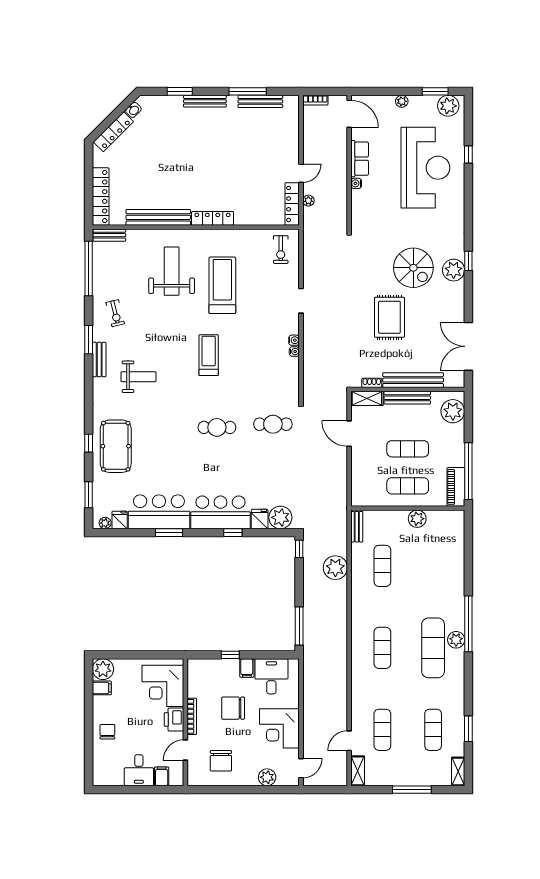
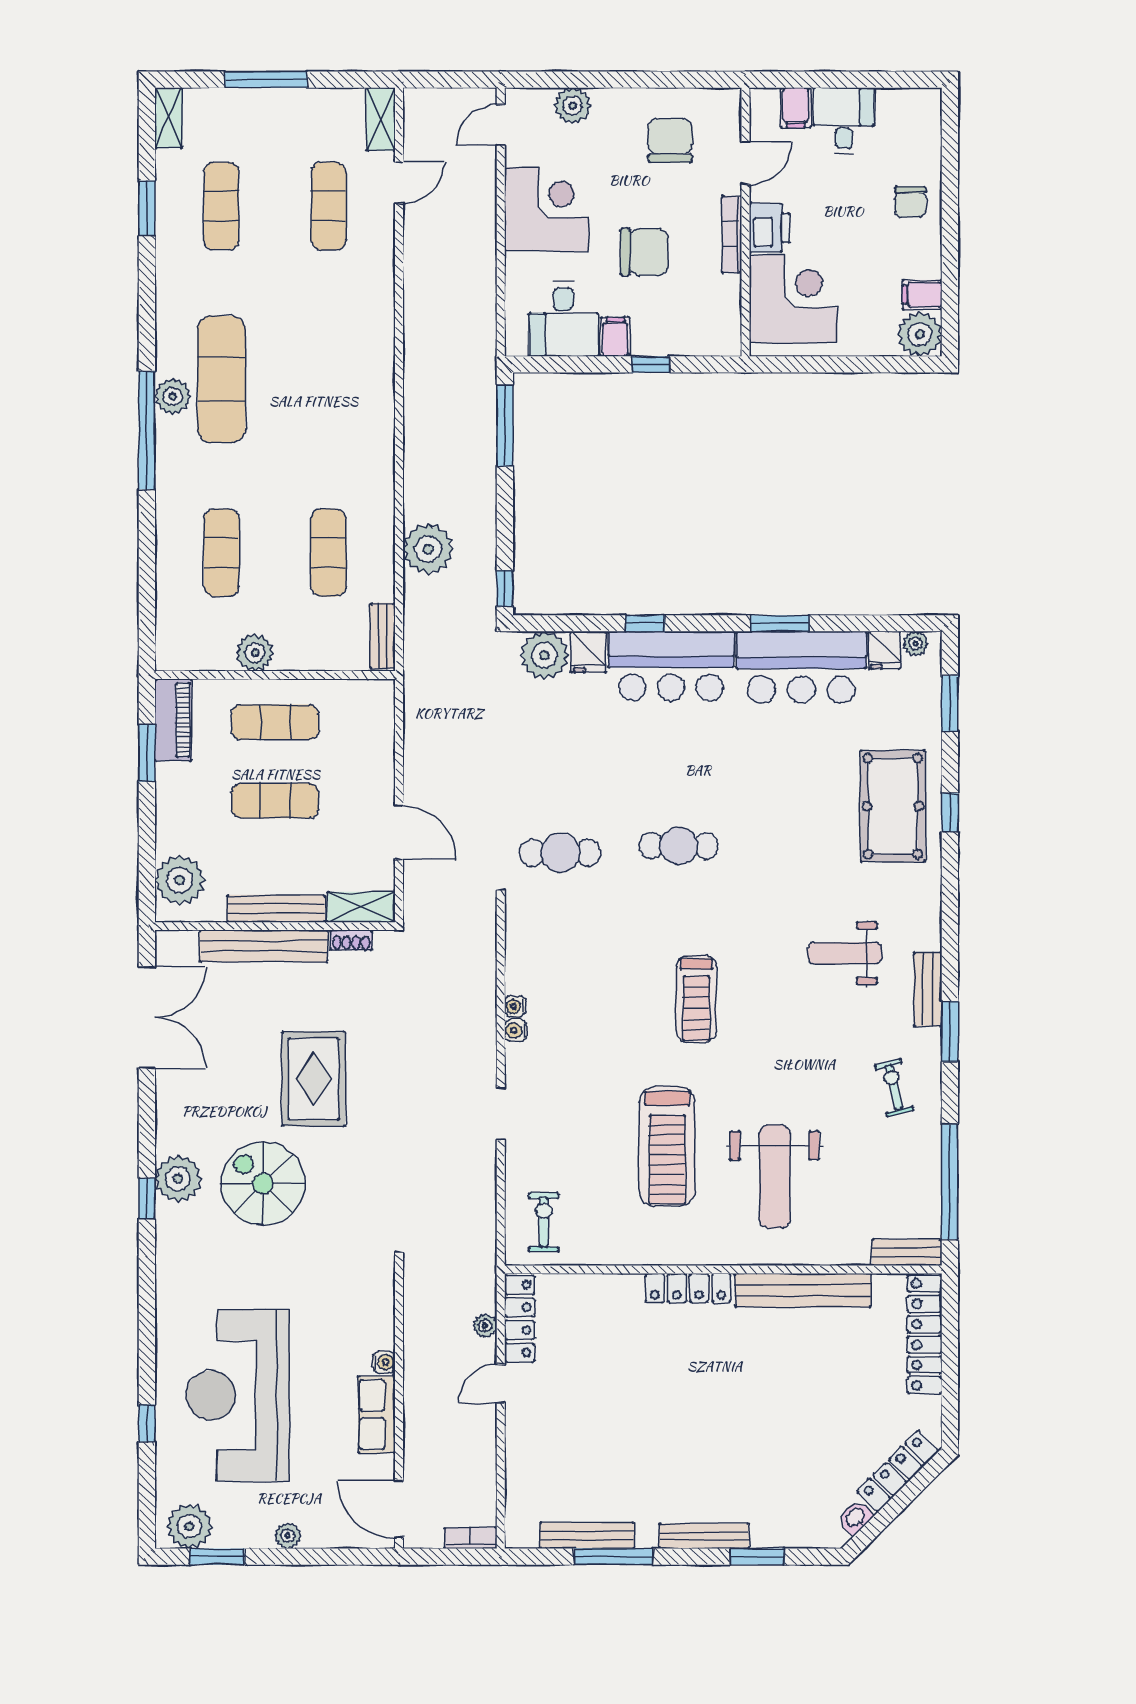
window: (468, 471) -> (147, 753), width x0.47
exercise mat: (382, 648) -> (221, 553), moved

